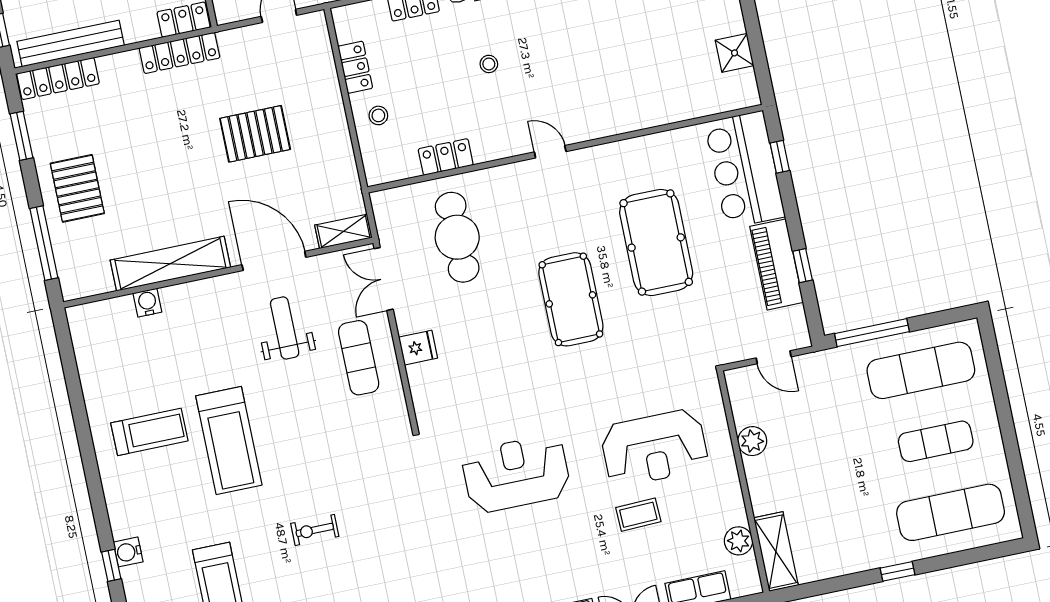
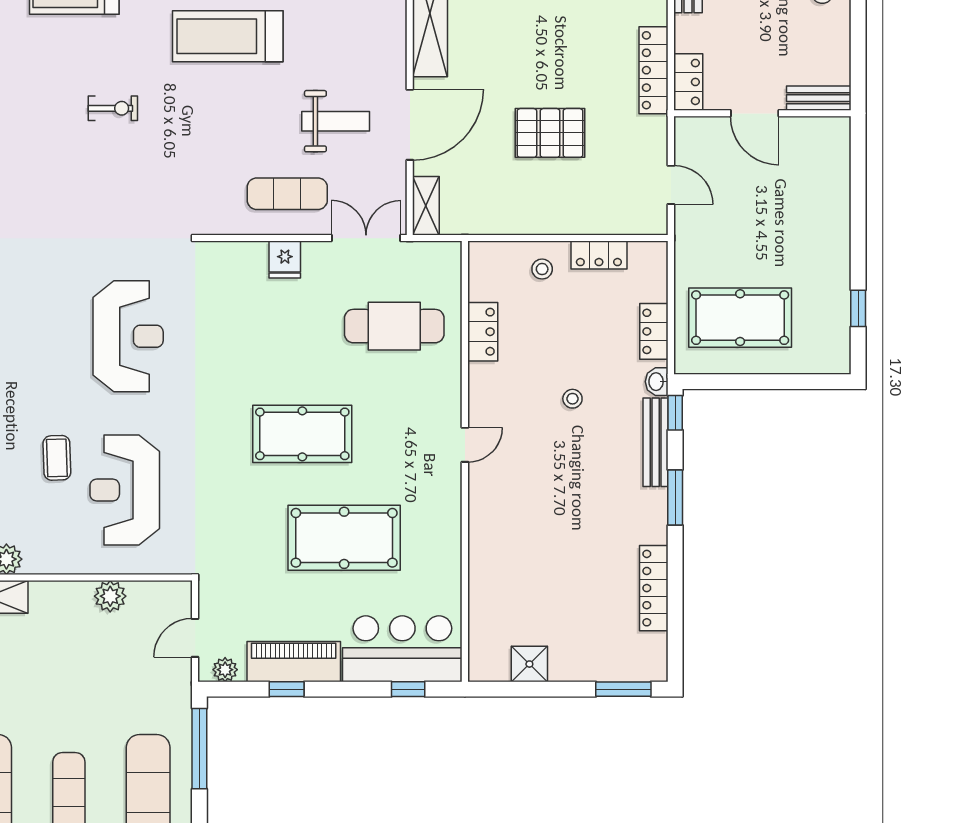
pallet: (255, 134) -> (550, 133), turned 90
plant: (797, 324) -> (225, 670), added
exercise bike: (315, 530) -> (113, 108), turned 90

